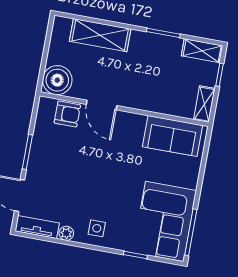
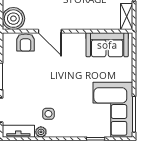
armchair: (67, 114) -> (26, 43), turned 90
side table: (97, 228) -> (48, 114), moved

